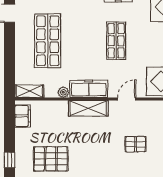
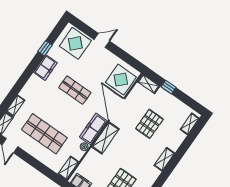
door: (127, 99) -> (117, 109), width x1.88
pallet: (136, 144) -> (149, 124), width x1.50, depth x1.42

